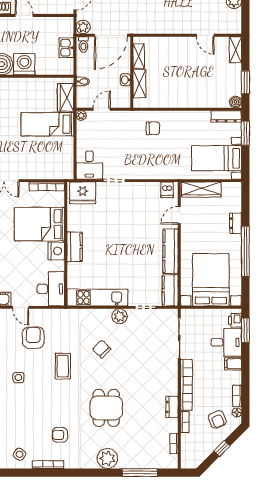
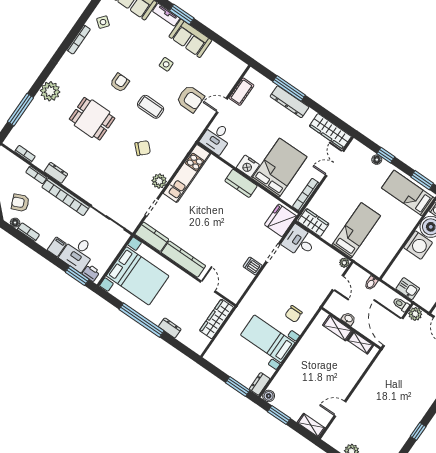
wardrobe: (66, 97) -> (313, 223), moved
dresser: (226, 116) -> (260, 384), width x0.70
bed with nightstands: (216, 158) -> (268, 339), moved, turned -90
dishwasher: (167, 190) -> (253, 266), moved
desk: (51, 289) -> (216, 138), width x0.73
armchair: (60, 435) -> (120, 83), moved

